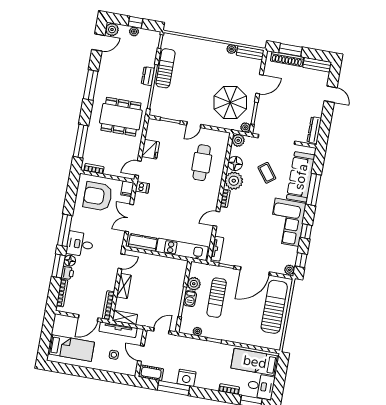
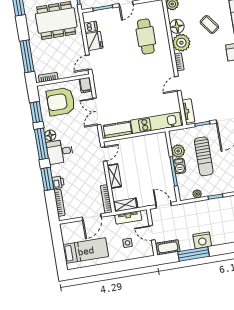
dishwasher: (142, 187) -> (91, 27), moved
window: (71, 198) -> (36, 112), added
floor lamp: (70, 261) -> (50, 135), moved
tv unit: (118, 330) -> (128, 217), width x0.71
door: (161, 331) -> (164, 205), hinge flipped

